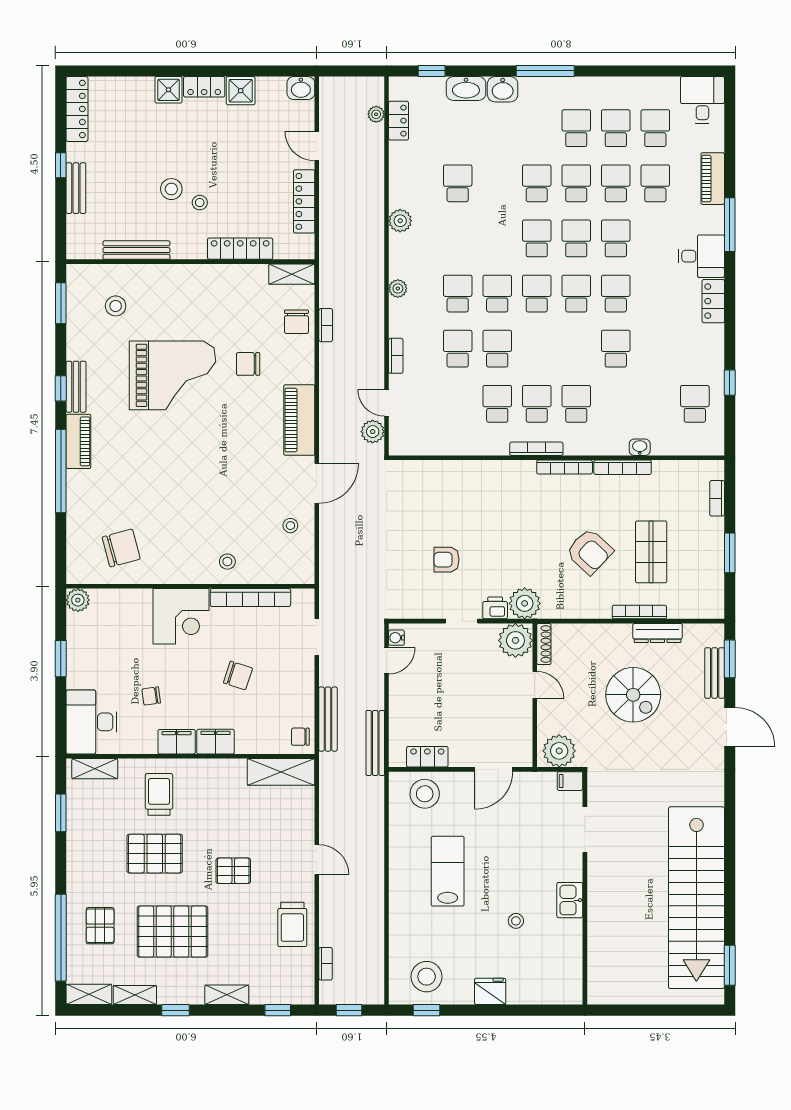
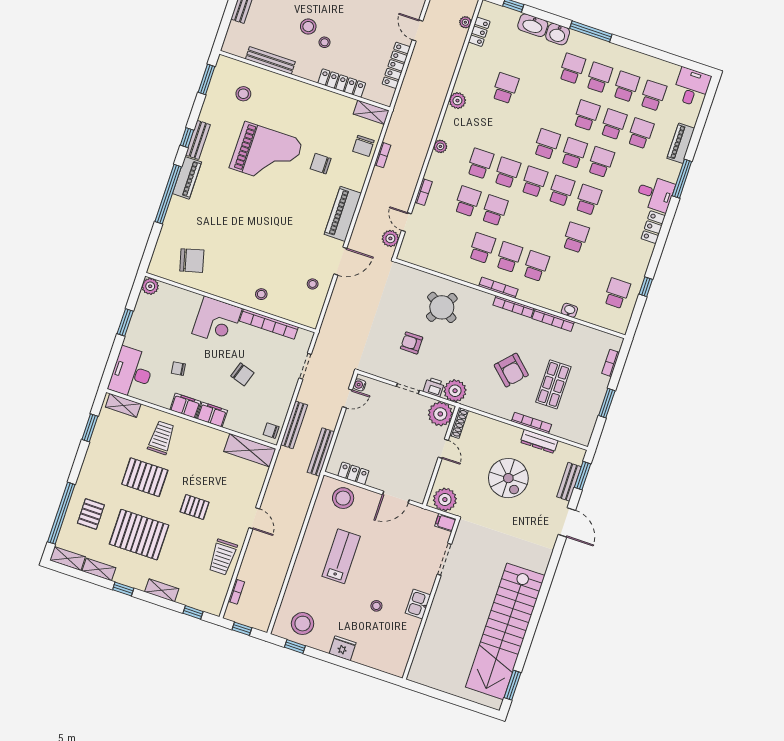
school desk: (537, 183) -> (572, 69), moved
round table: (471, 500) -> (442, 307), added

